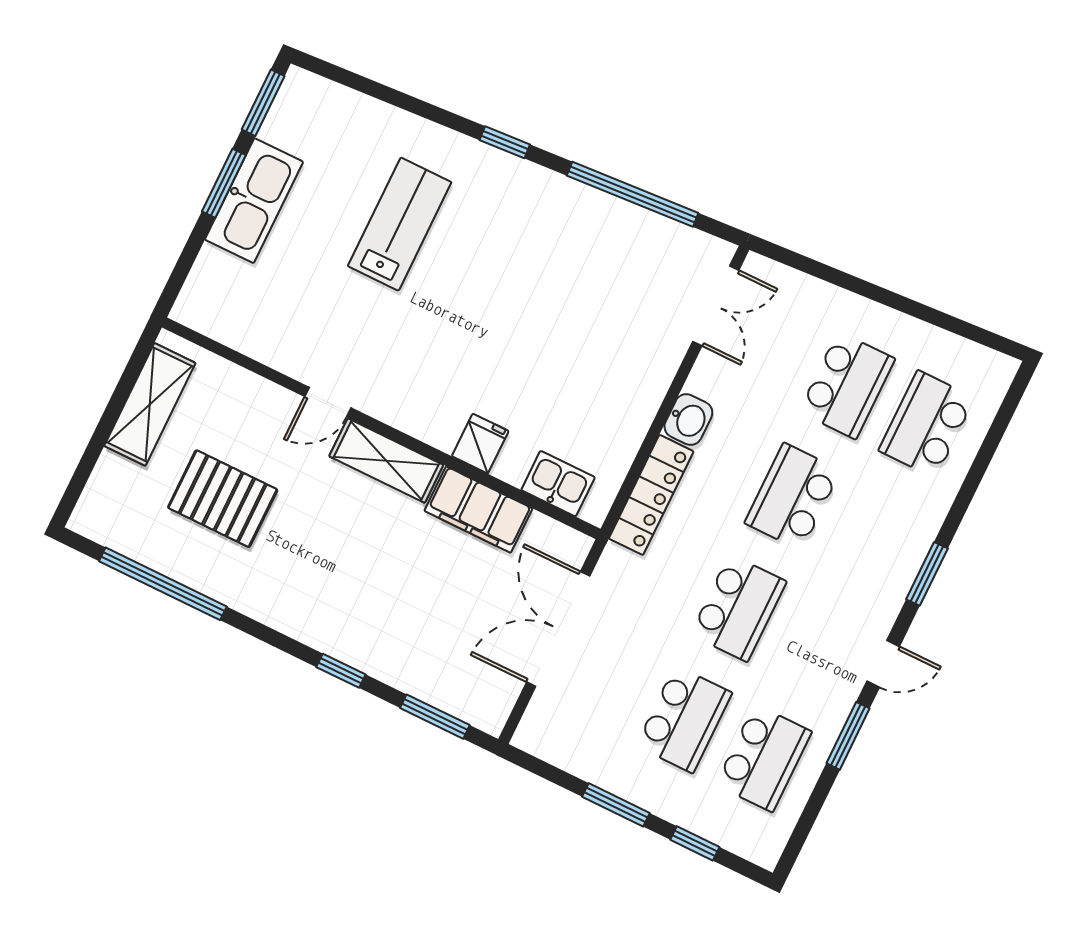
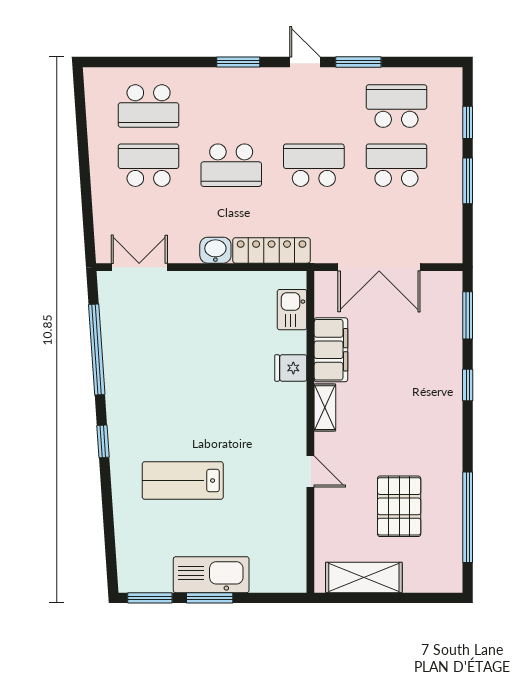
shelving: (386, 461) -> (325, 408), width x0.67, depth x0.75

